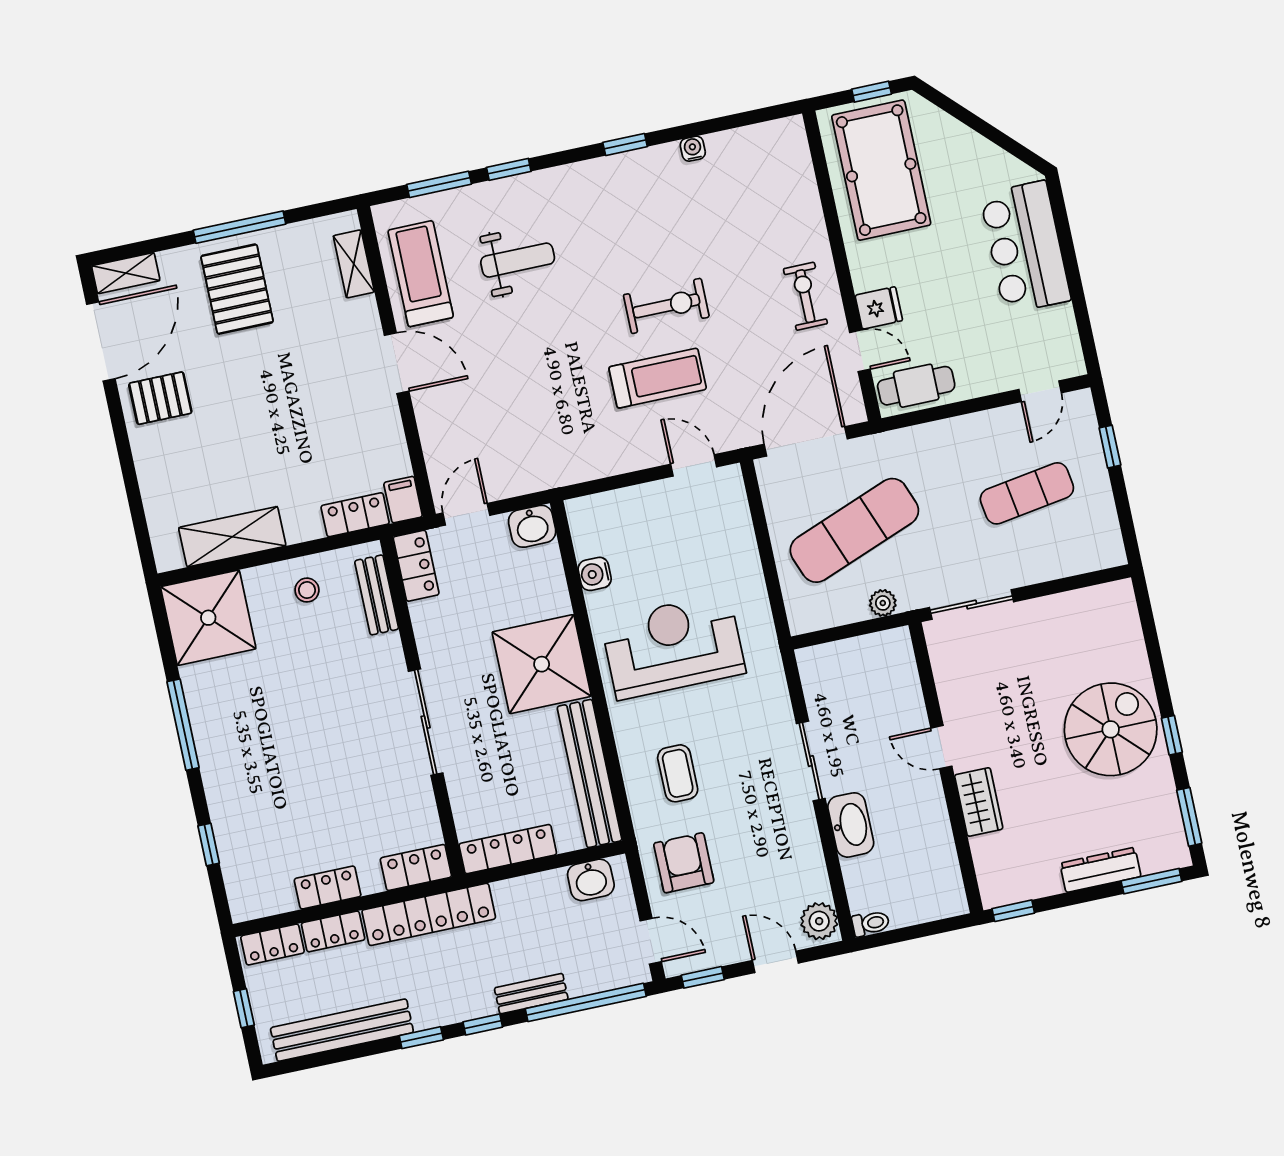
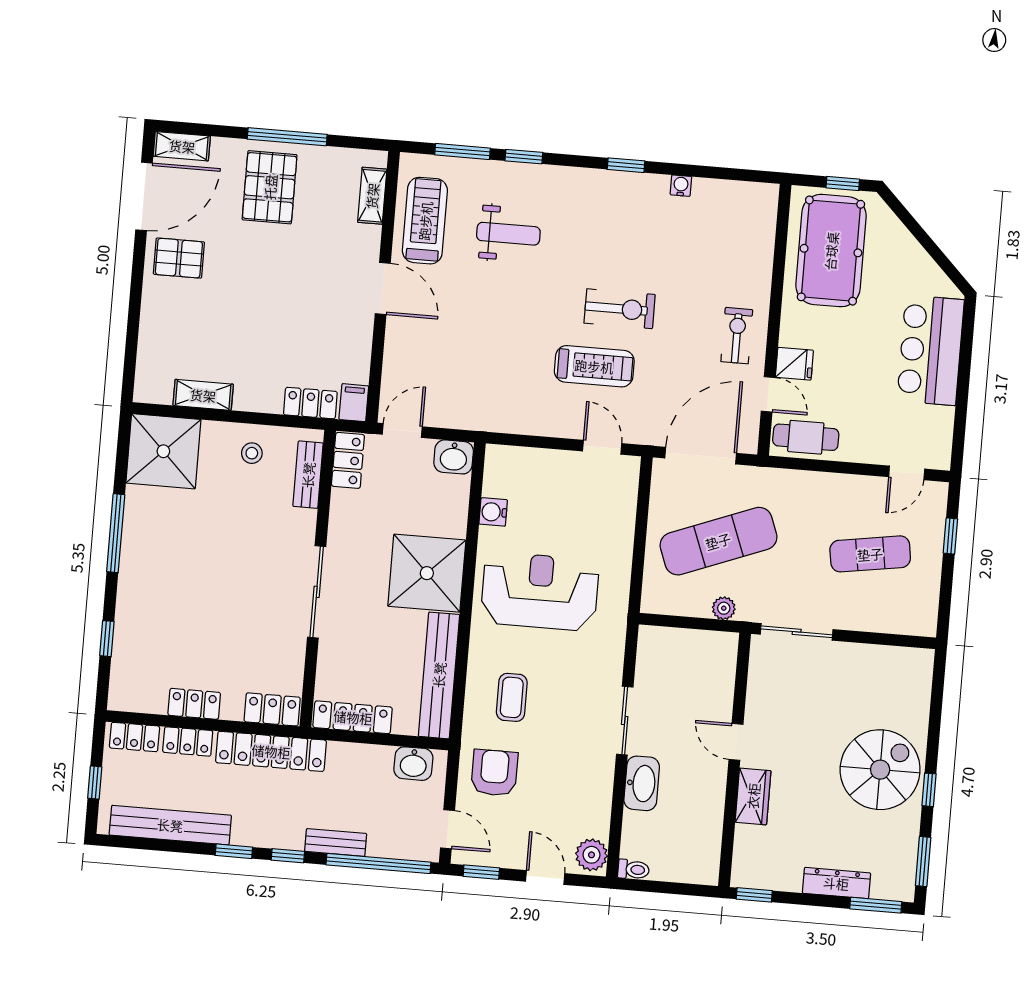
shelving: (232, 537) -> (203, 395), width x0.67, depth x0.75

